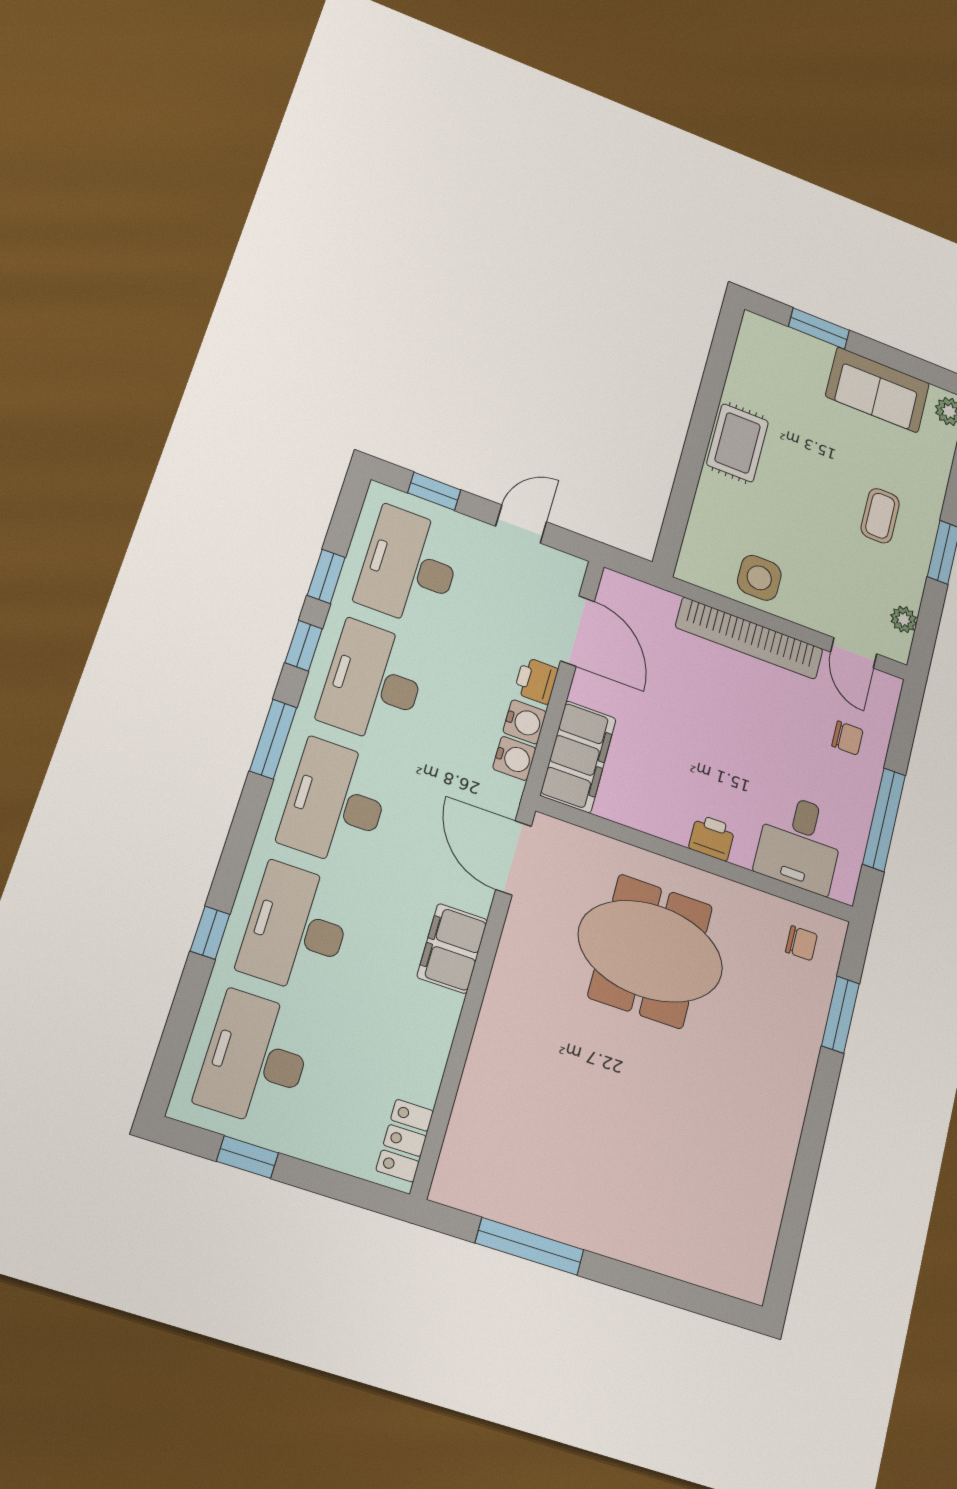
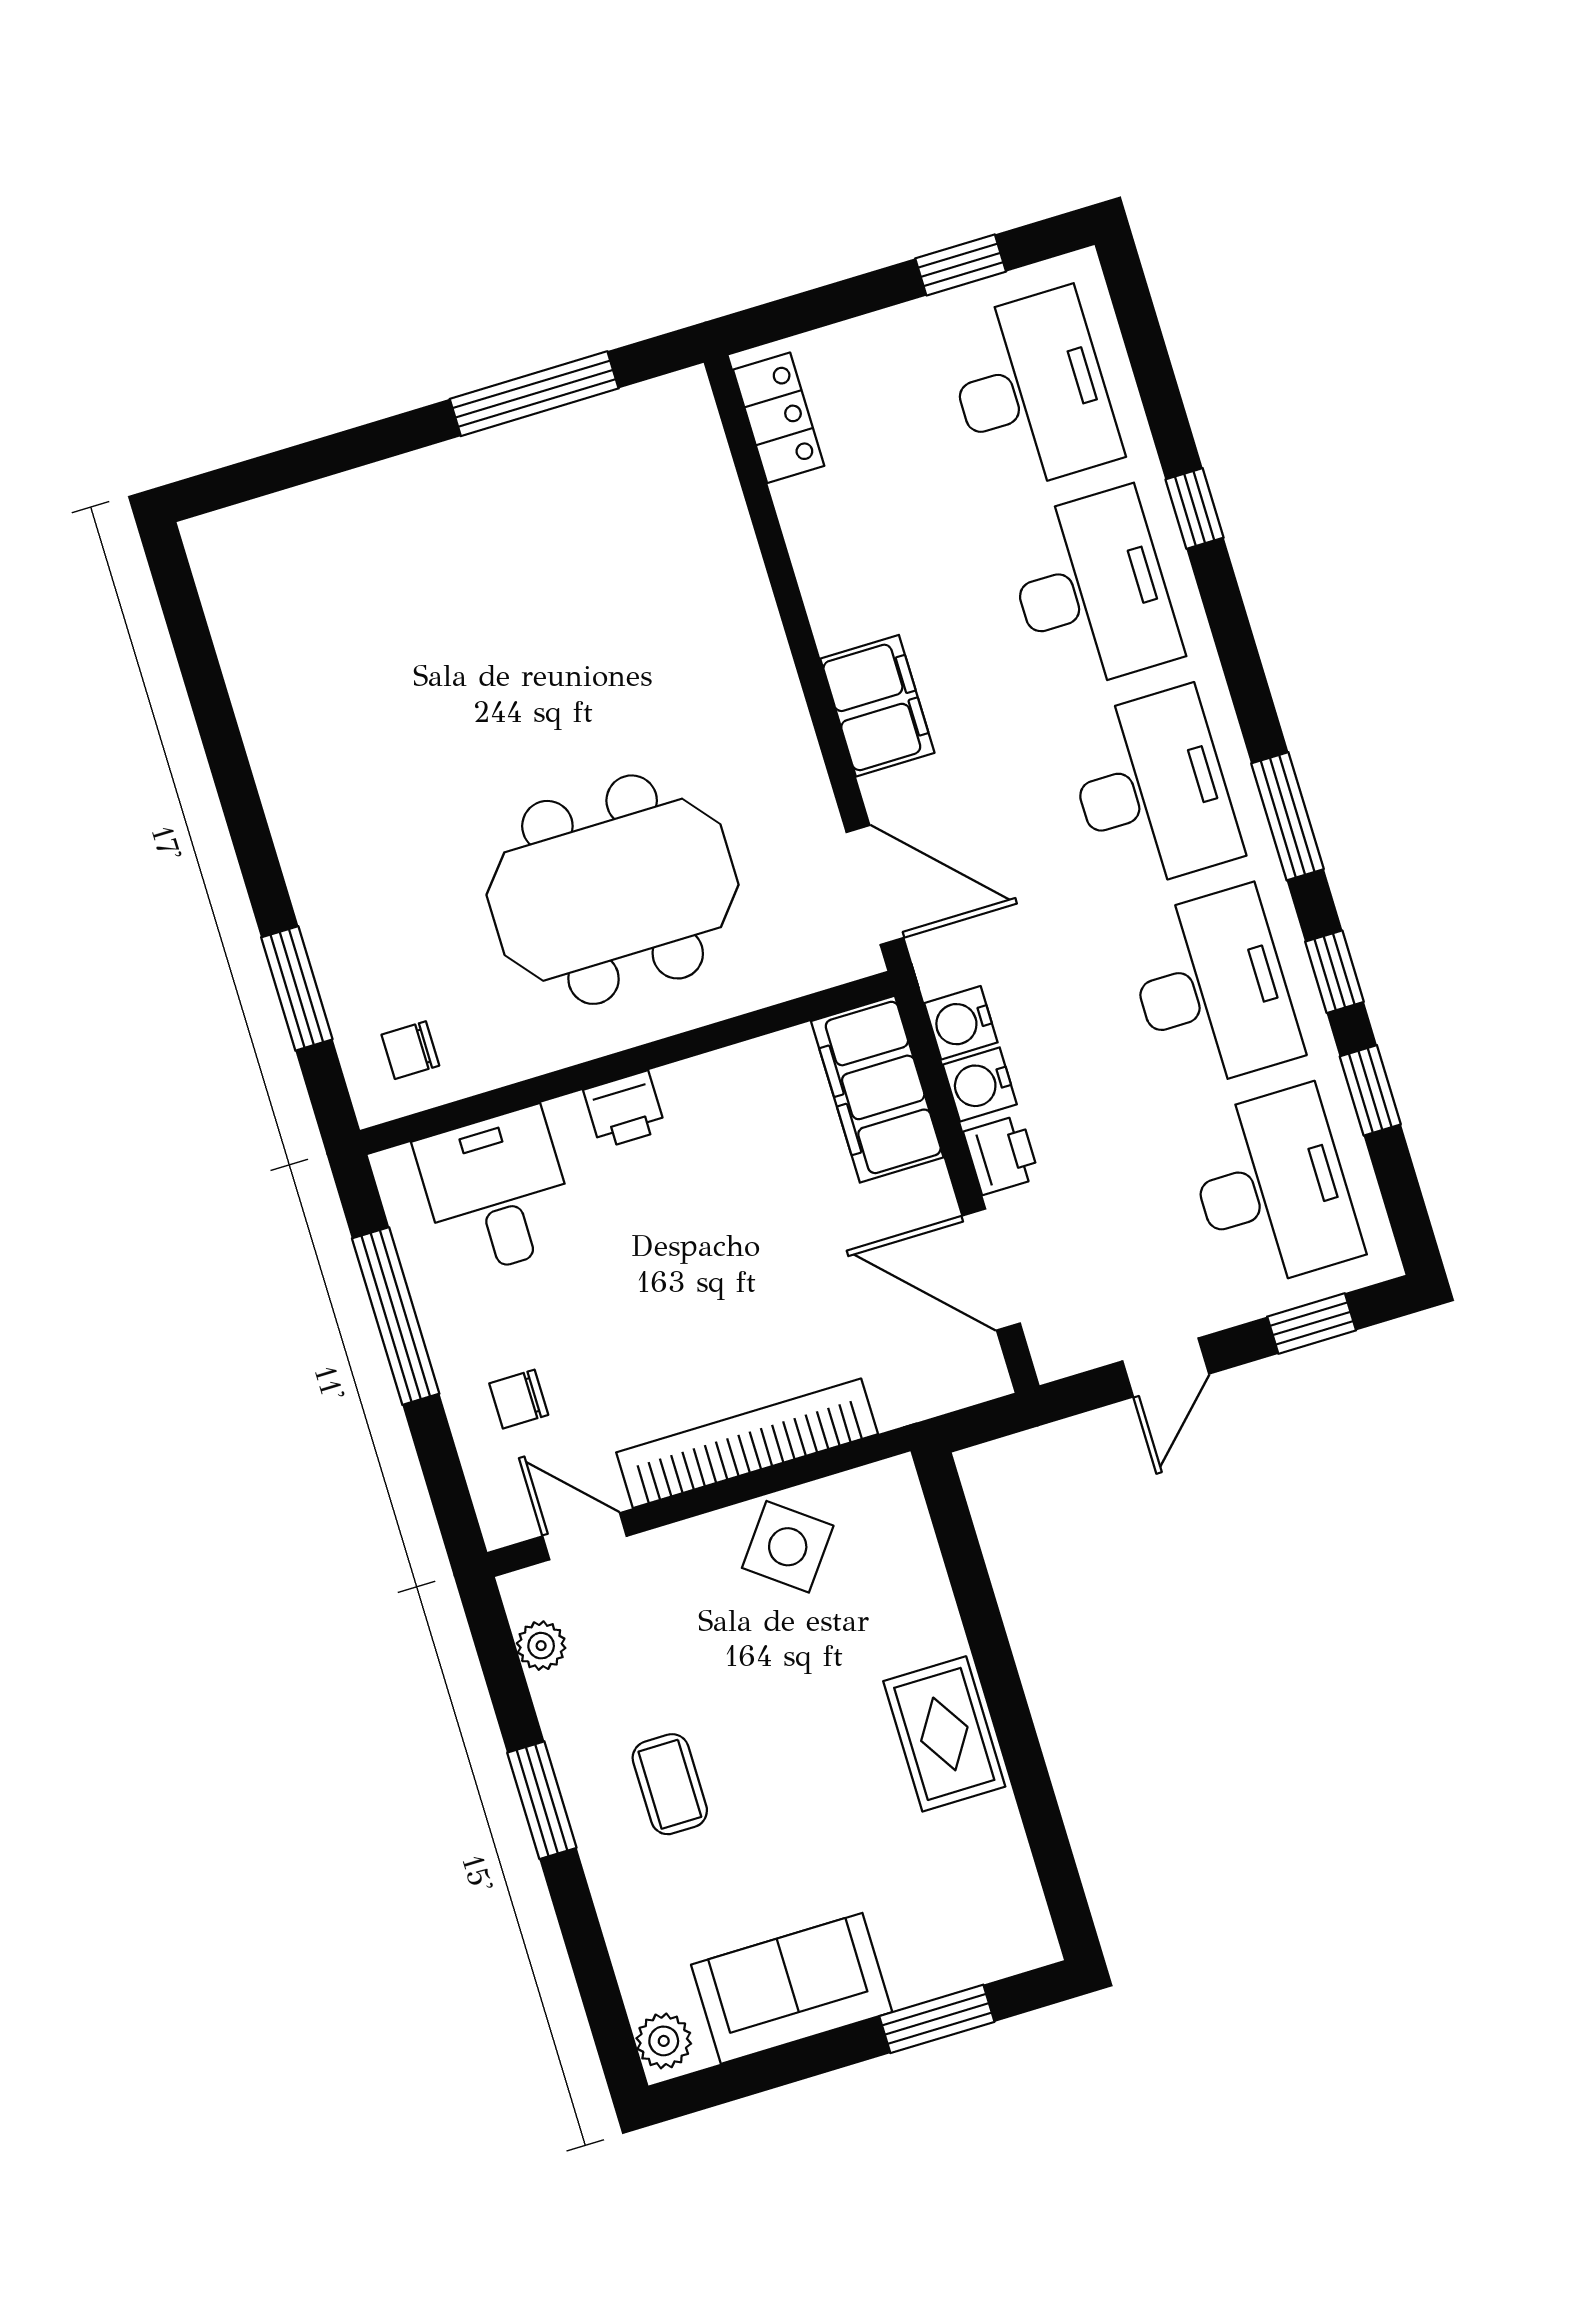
side table: (759, 578) -> (788, 1547), turned 37

